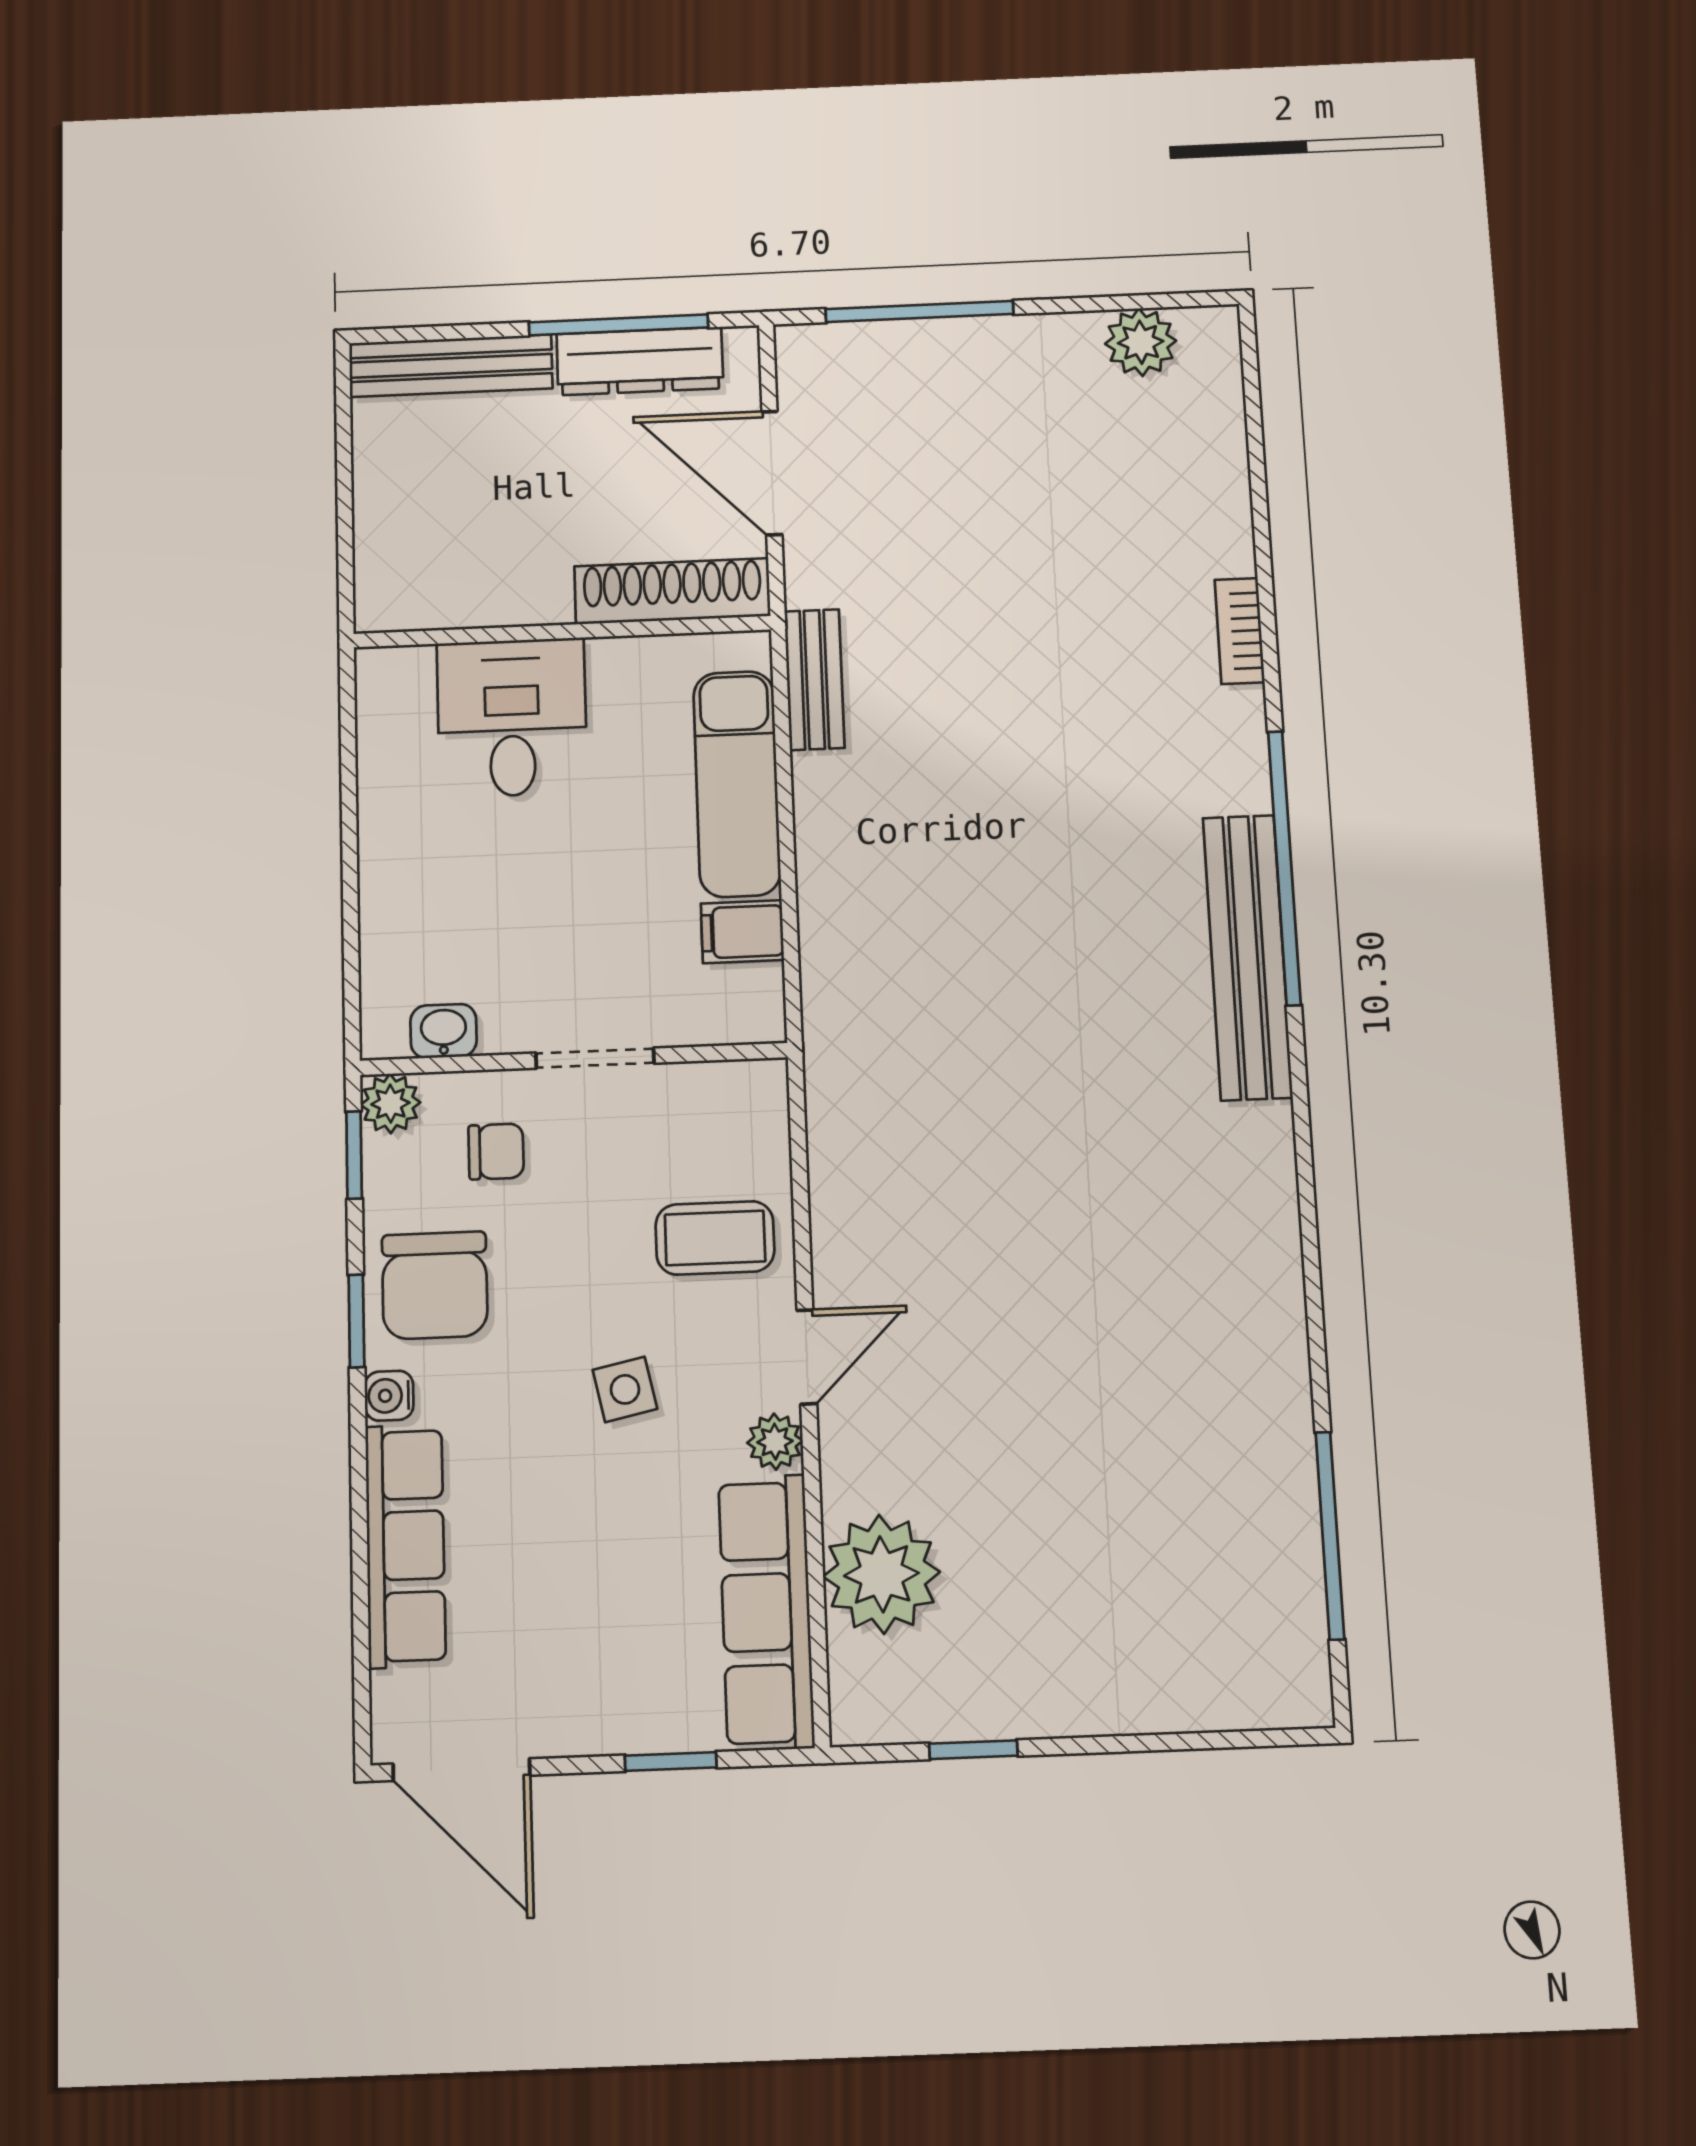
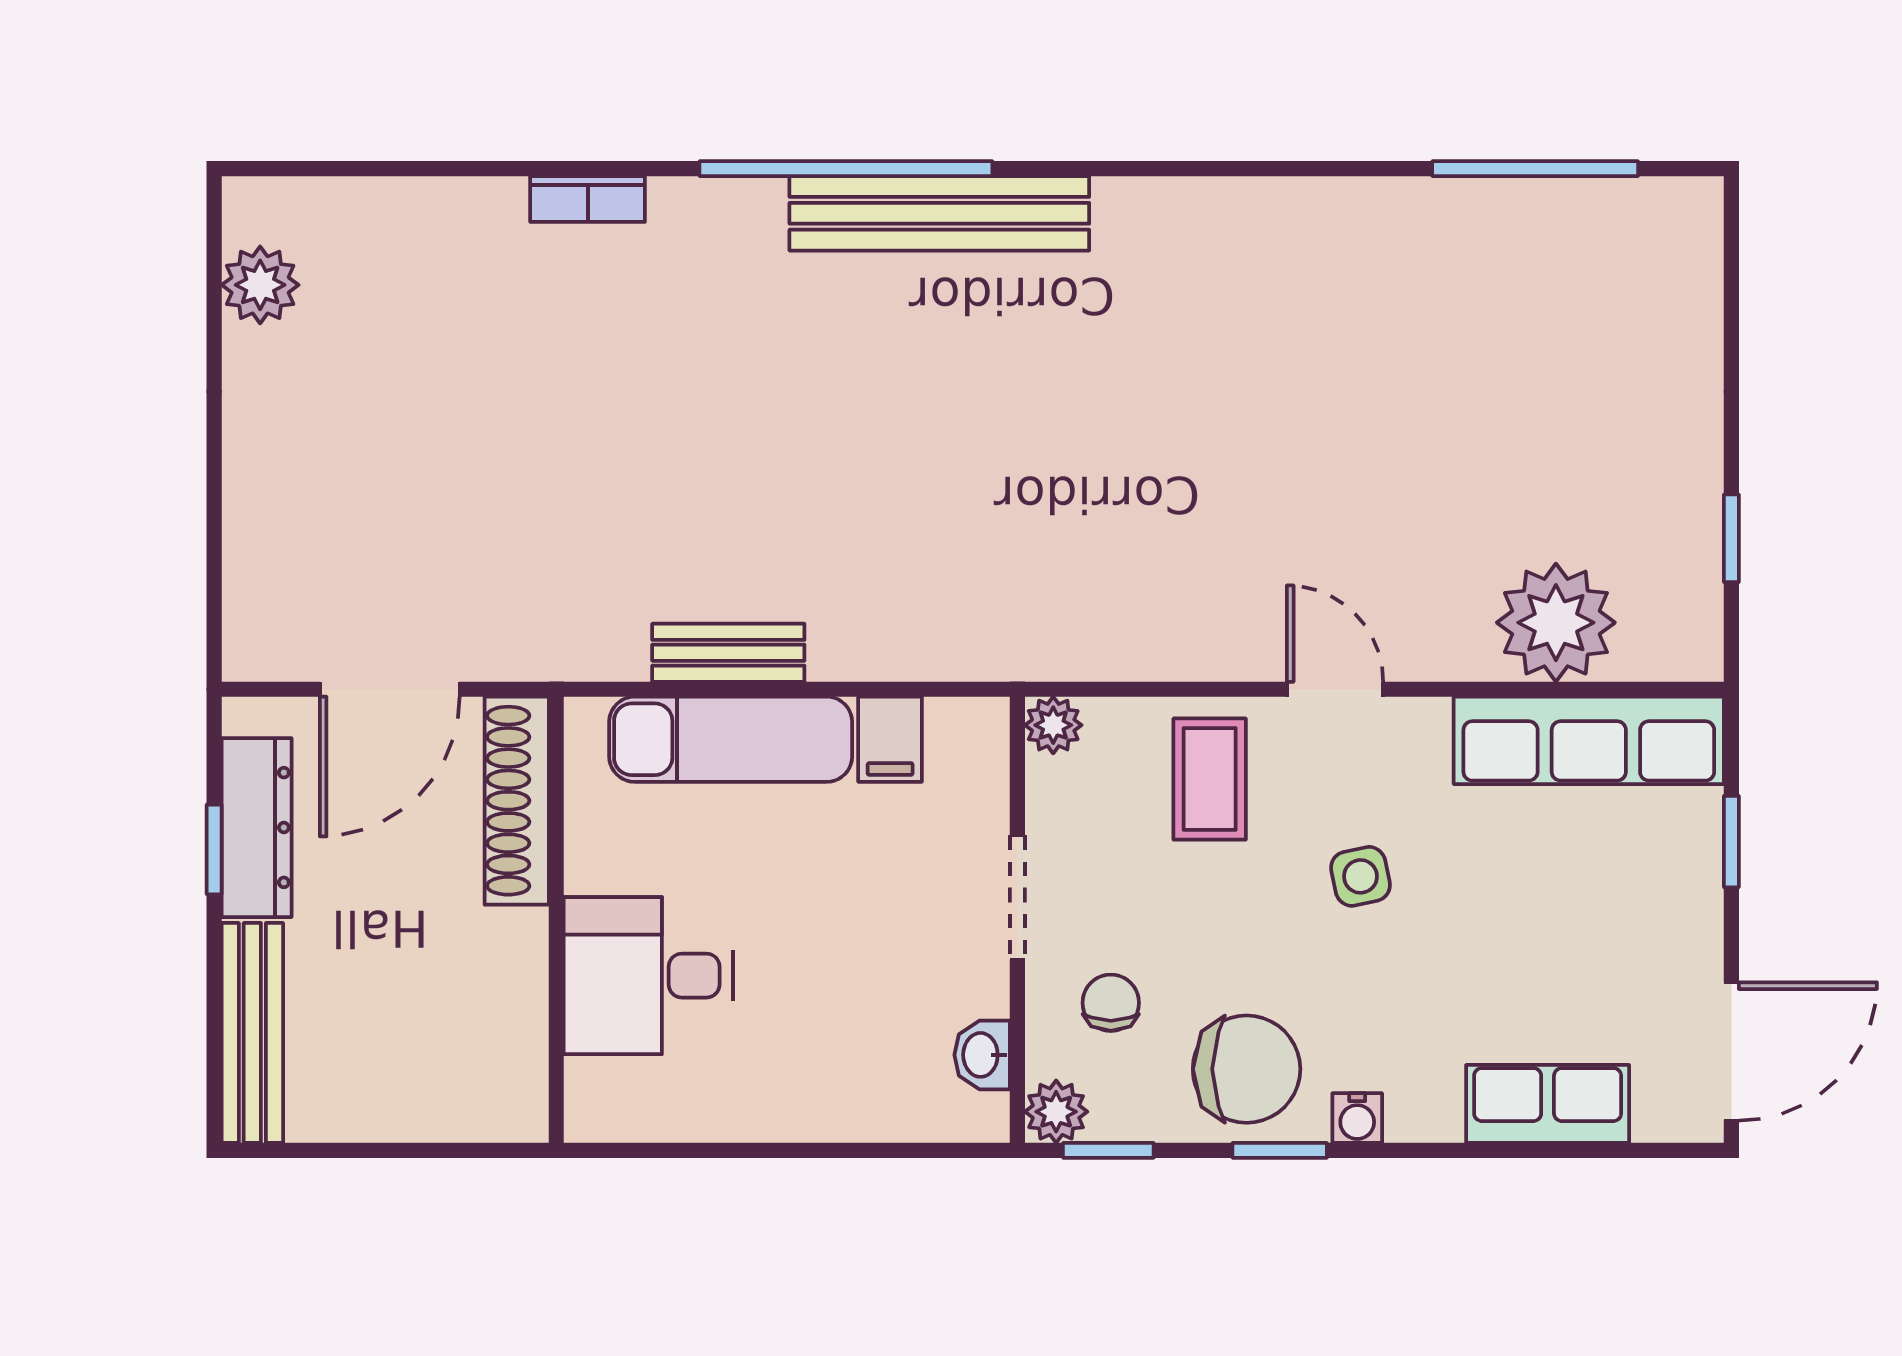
window: (919, 312) -> (214, 522), removed
window: (618, 325) -> (214, 849), width x0.46
bench: (814, 679) -> (728, 653), moved
plant: (775, 1442) -> (1053, 725), moved
row of seats: (405, 1546) -> (1548, 1104), width x0.68

